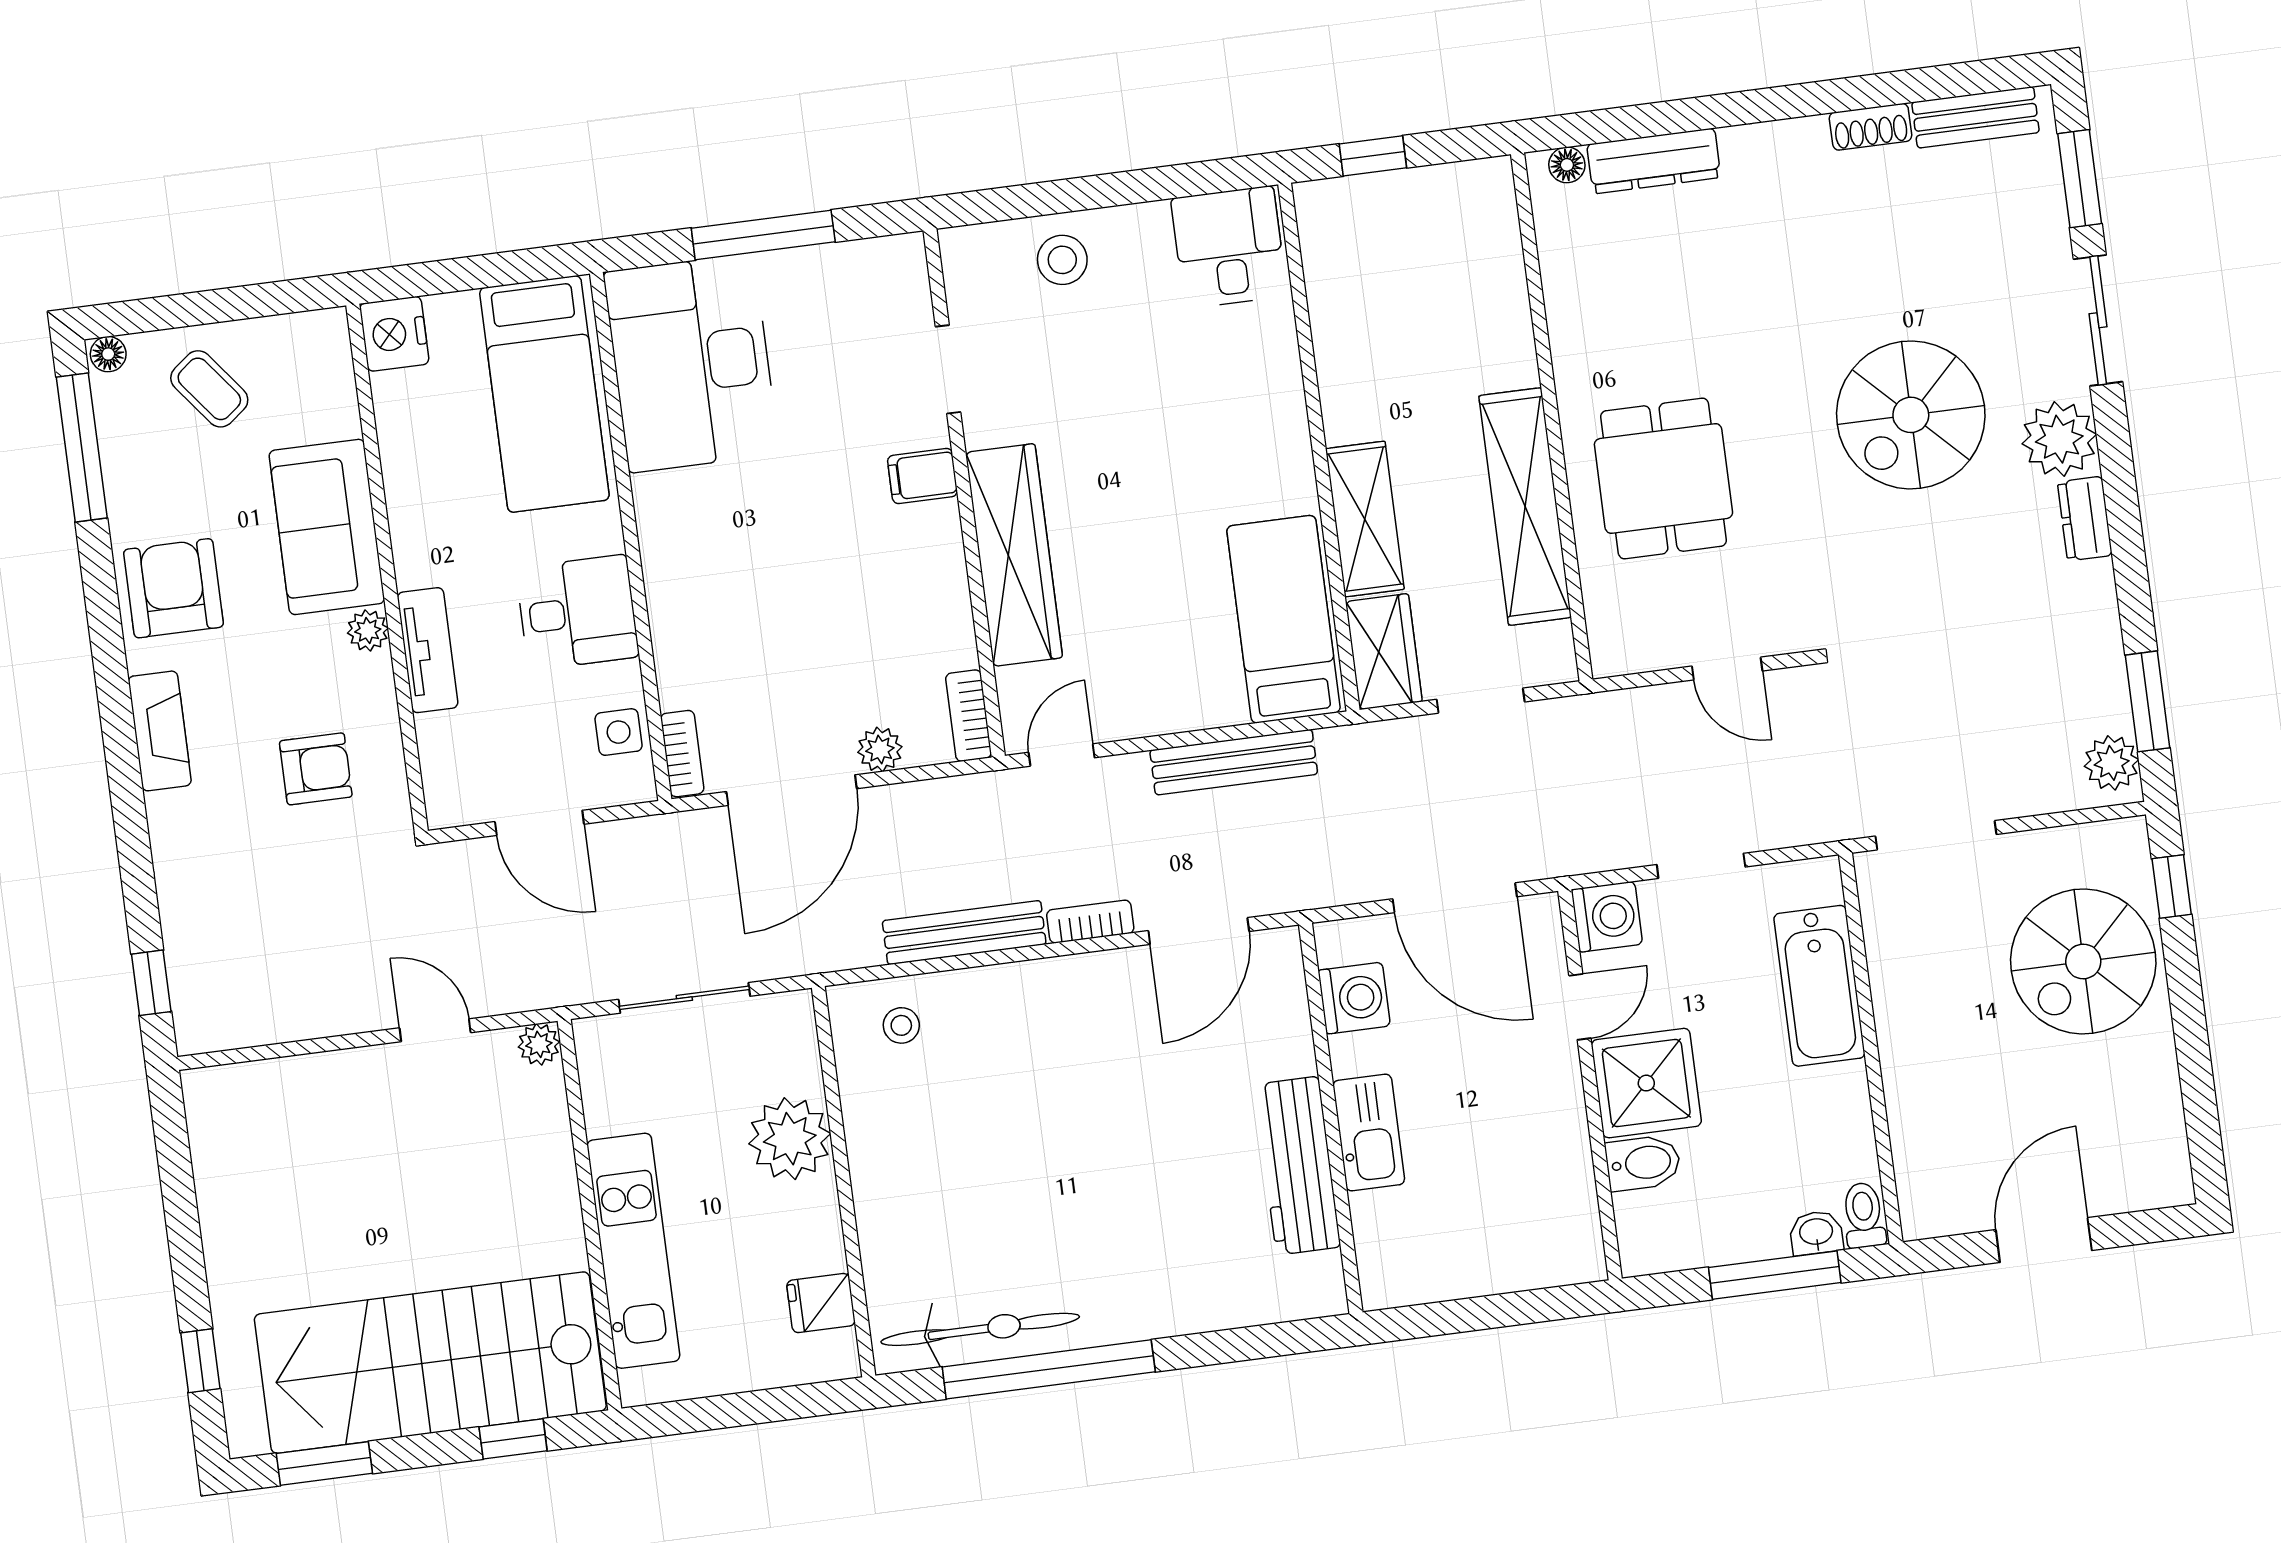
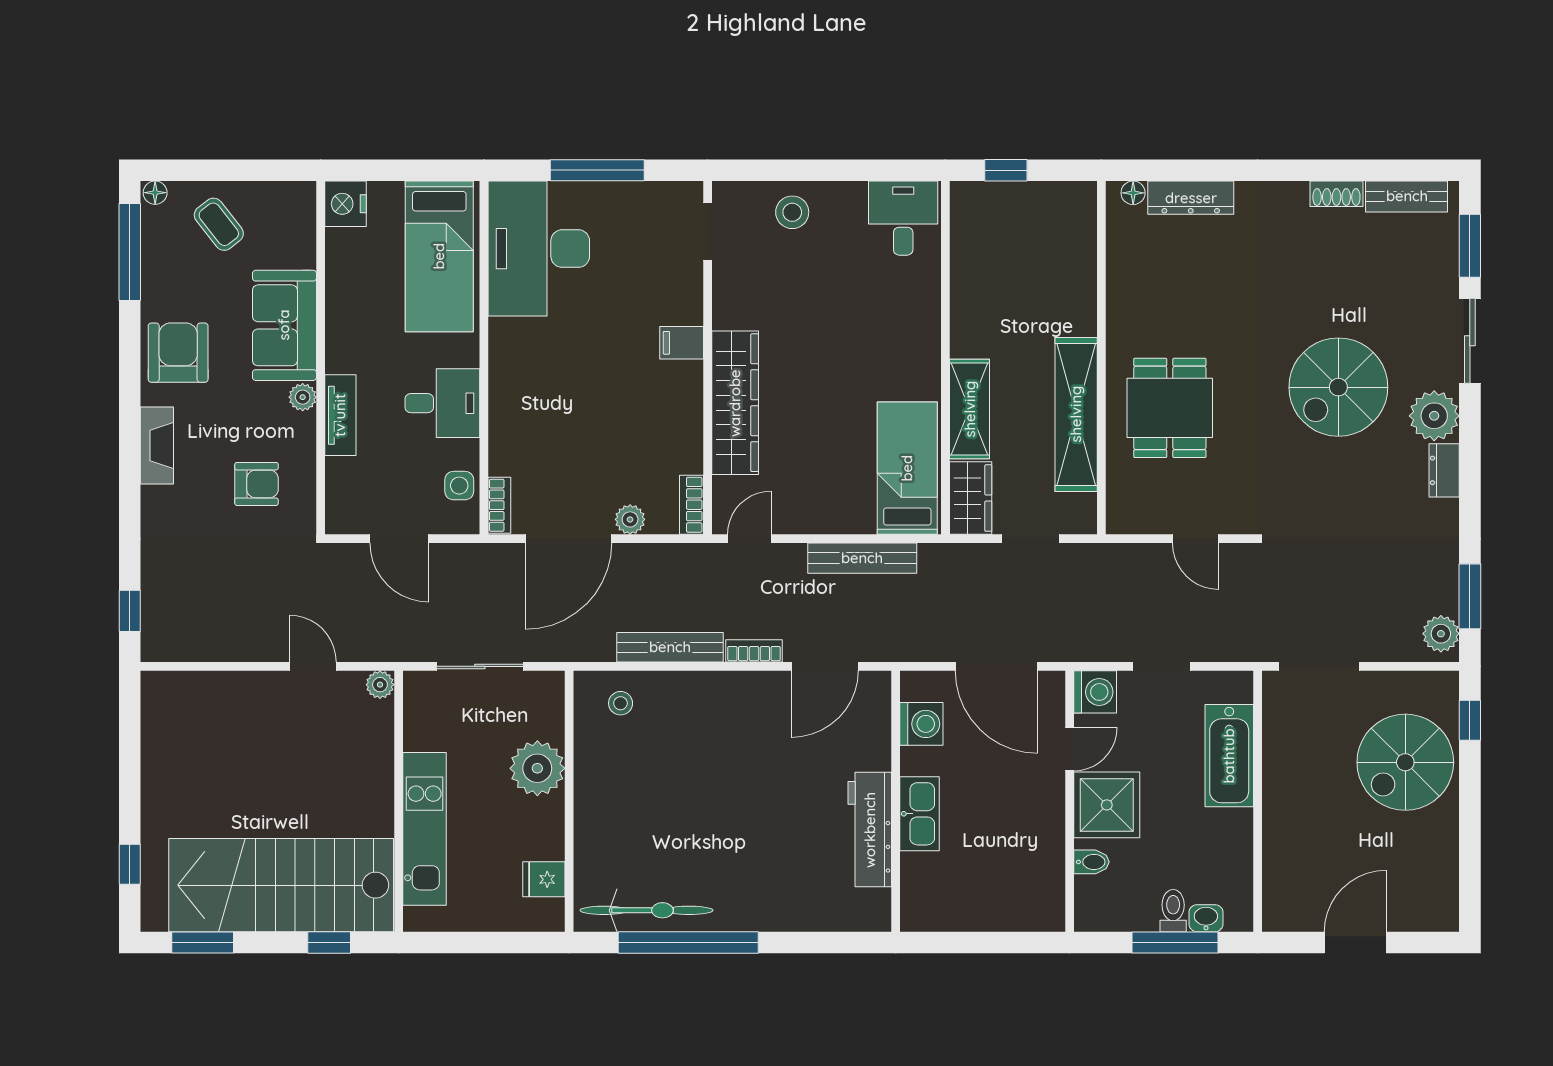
doorway: (948, 369) -> (708, 232), moved
bidet: (1643, 1163) -> (1091, 862), width x0.72, depth x0.74
toilet: (1864, 1215) -> (1173, 911), moved

